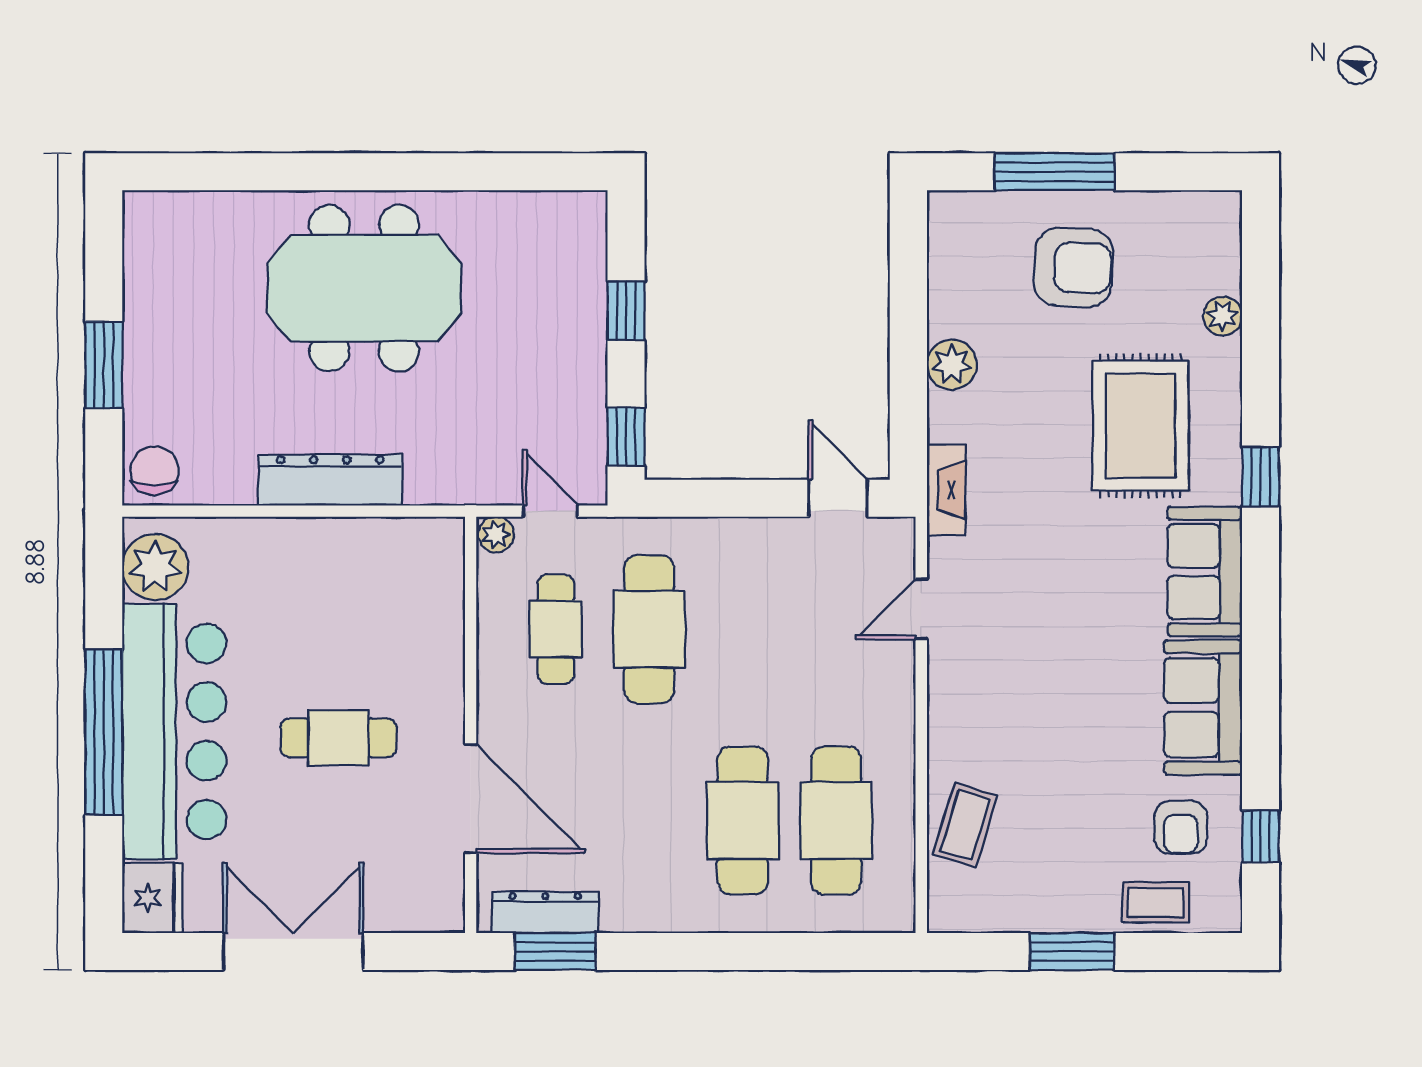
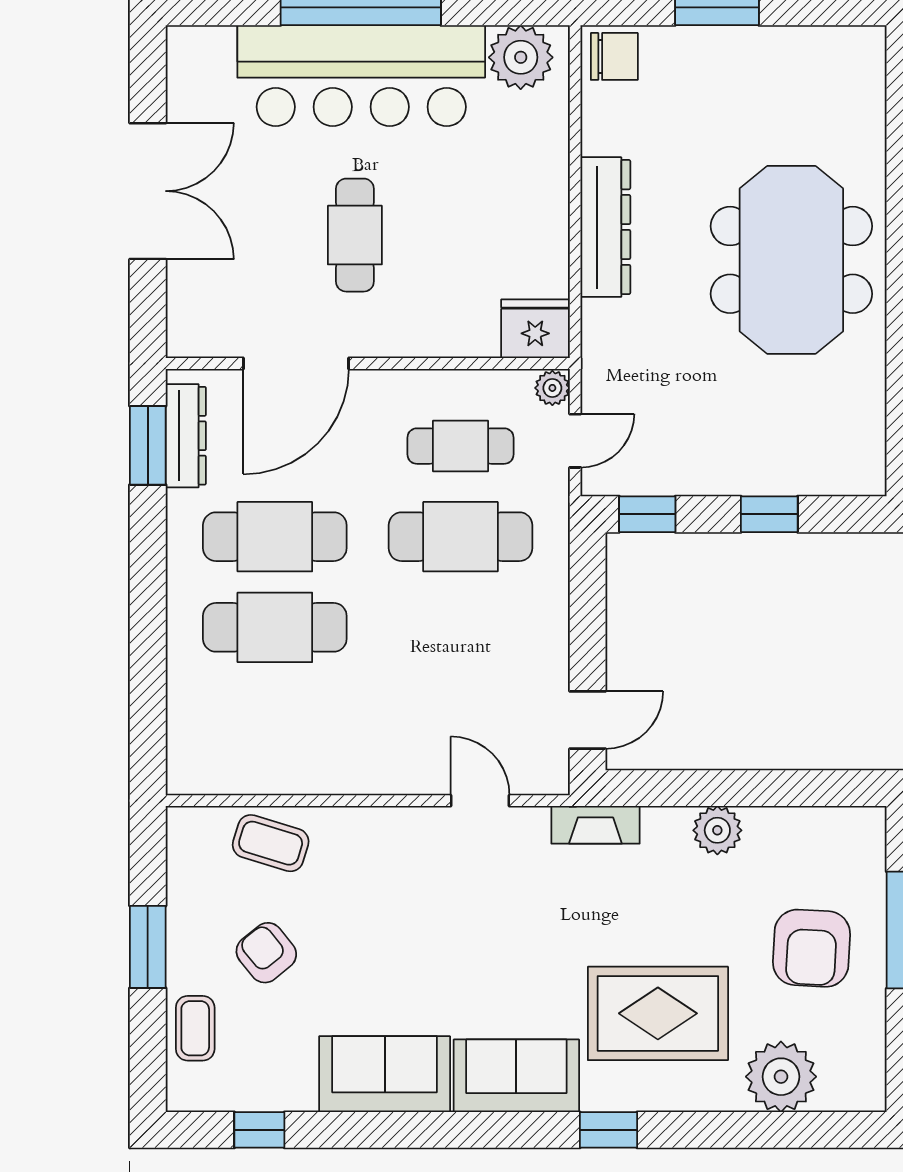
plant: (1223, 316) -> (781, 1077), width x1.88, depth x1.88
cafe table: (836, 820) -> (275, 537), moved
armchair: (1181, 828) -> (266, 953), moved, turned 51
fridge: (152, 898) -> (535, 329), moved, turned 180

